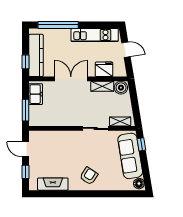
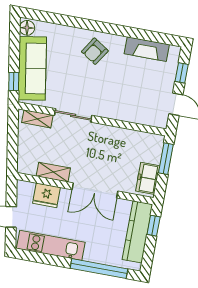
boiler: (121, 88) -> (28, 165), removed

